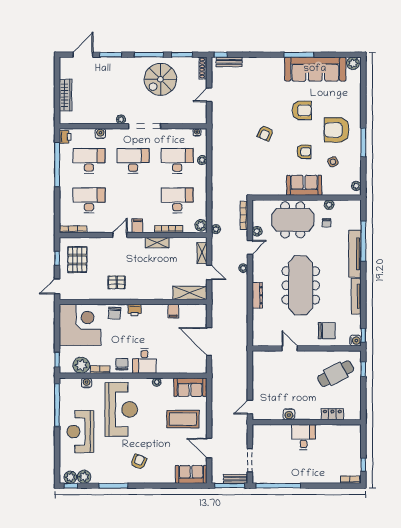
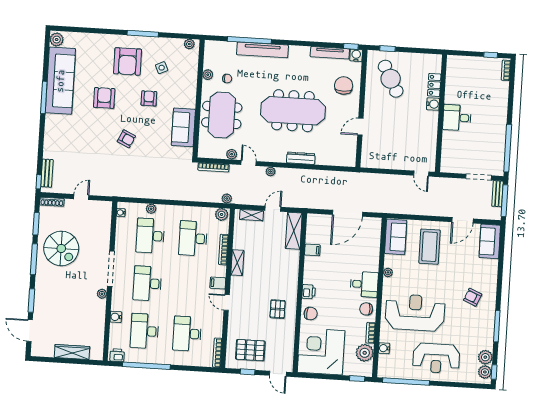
door: (209, 95) -> (81, 197), swing flipped
sofa: (304, 185) -> (183, 127), moved
tv unit: (356, 296) -> (330, 53), moved
water cooler: (289, 414) -> (433, 104), moved

